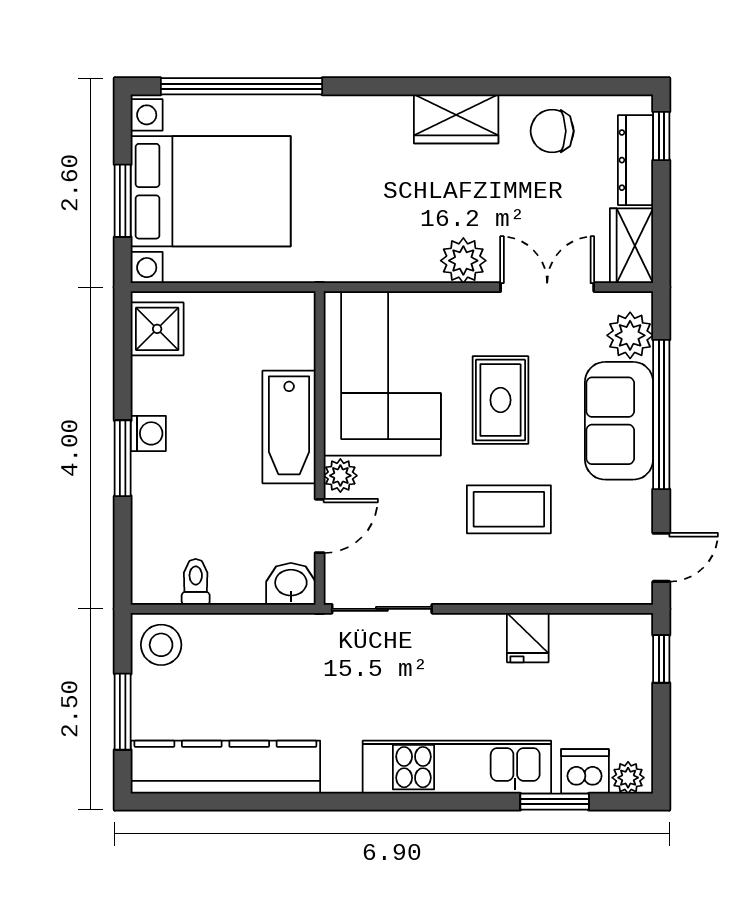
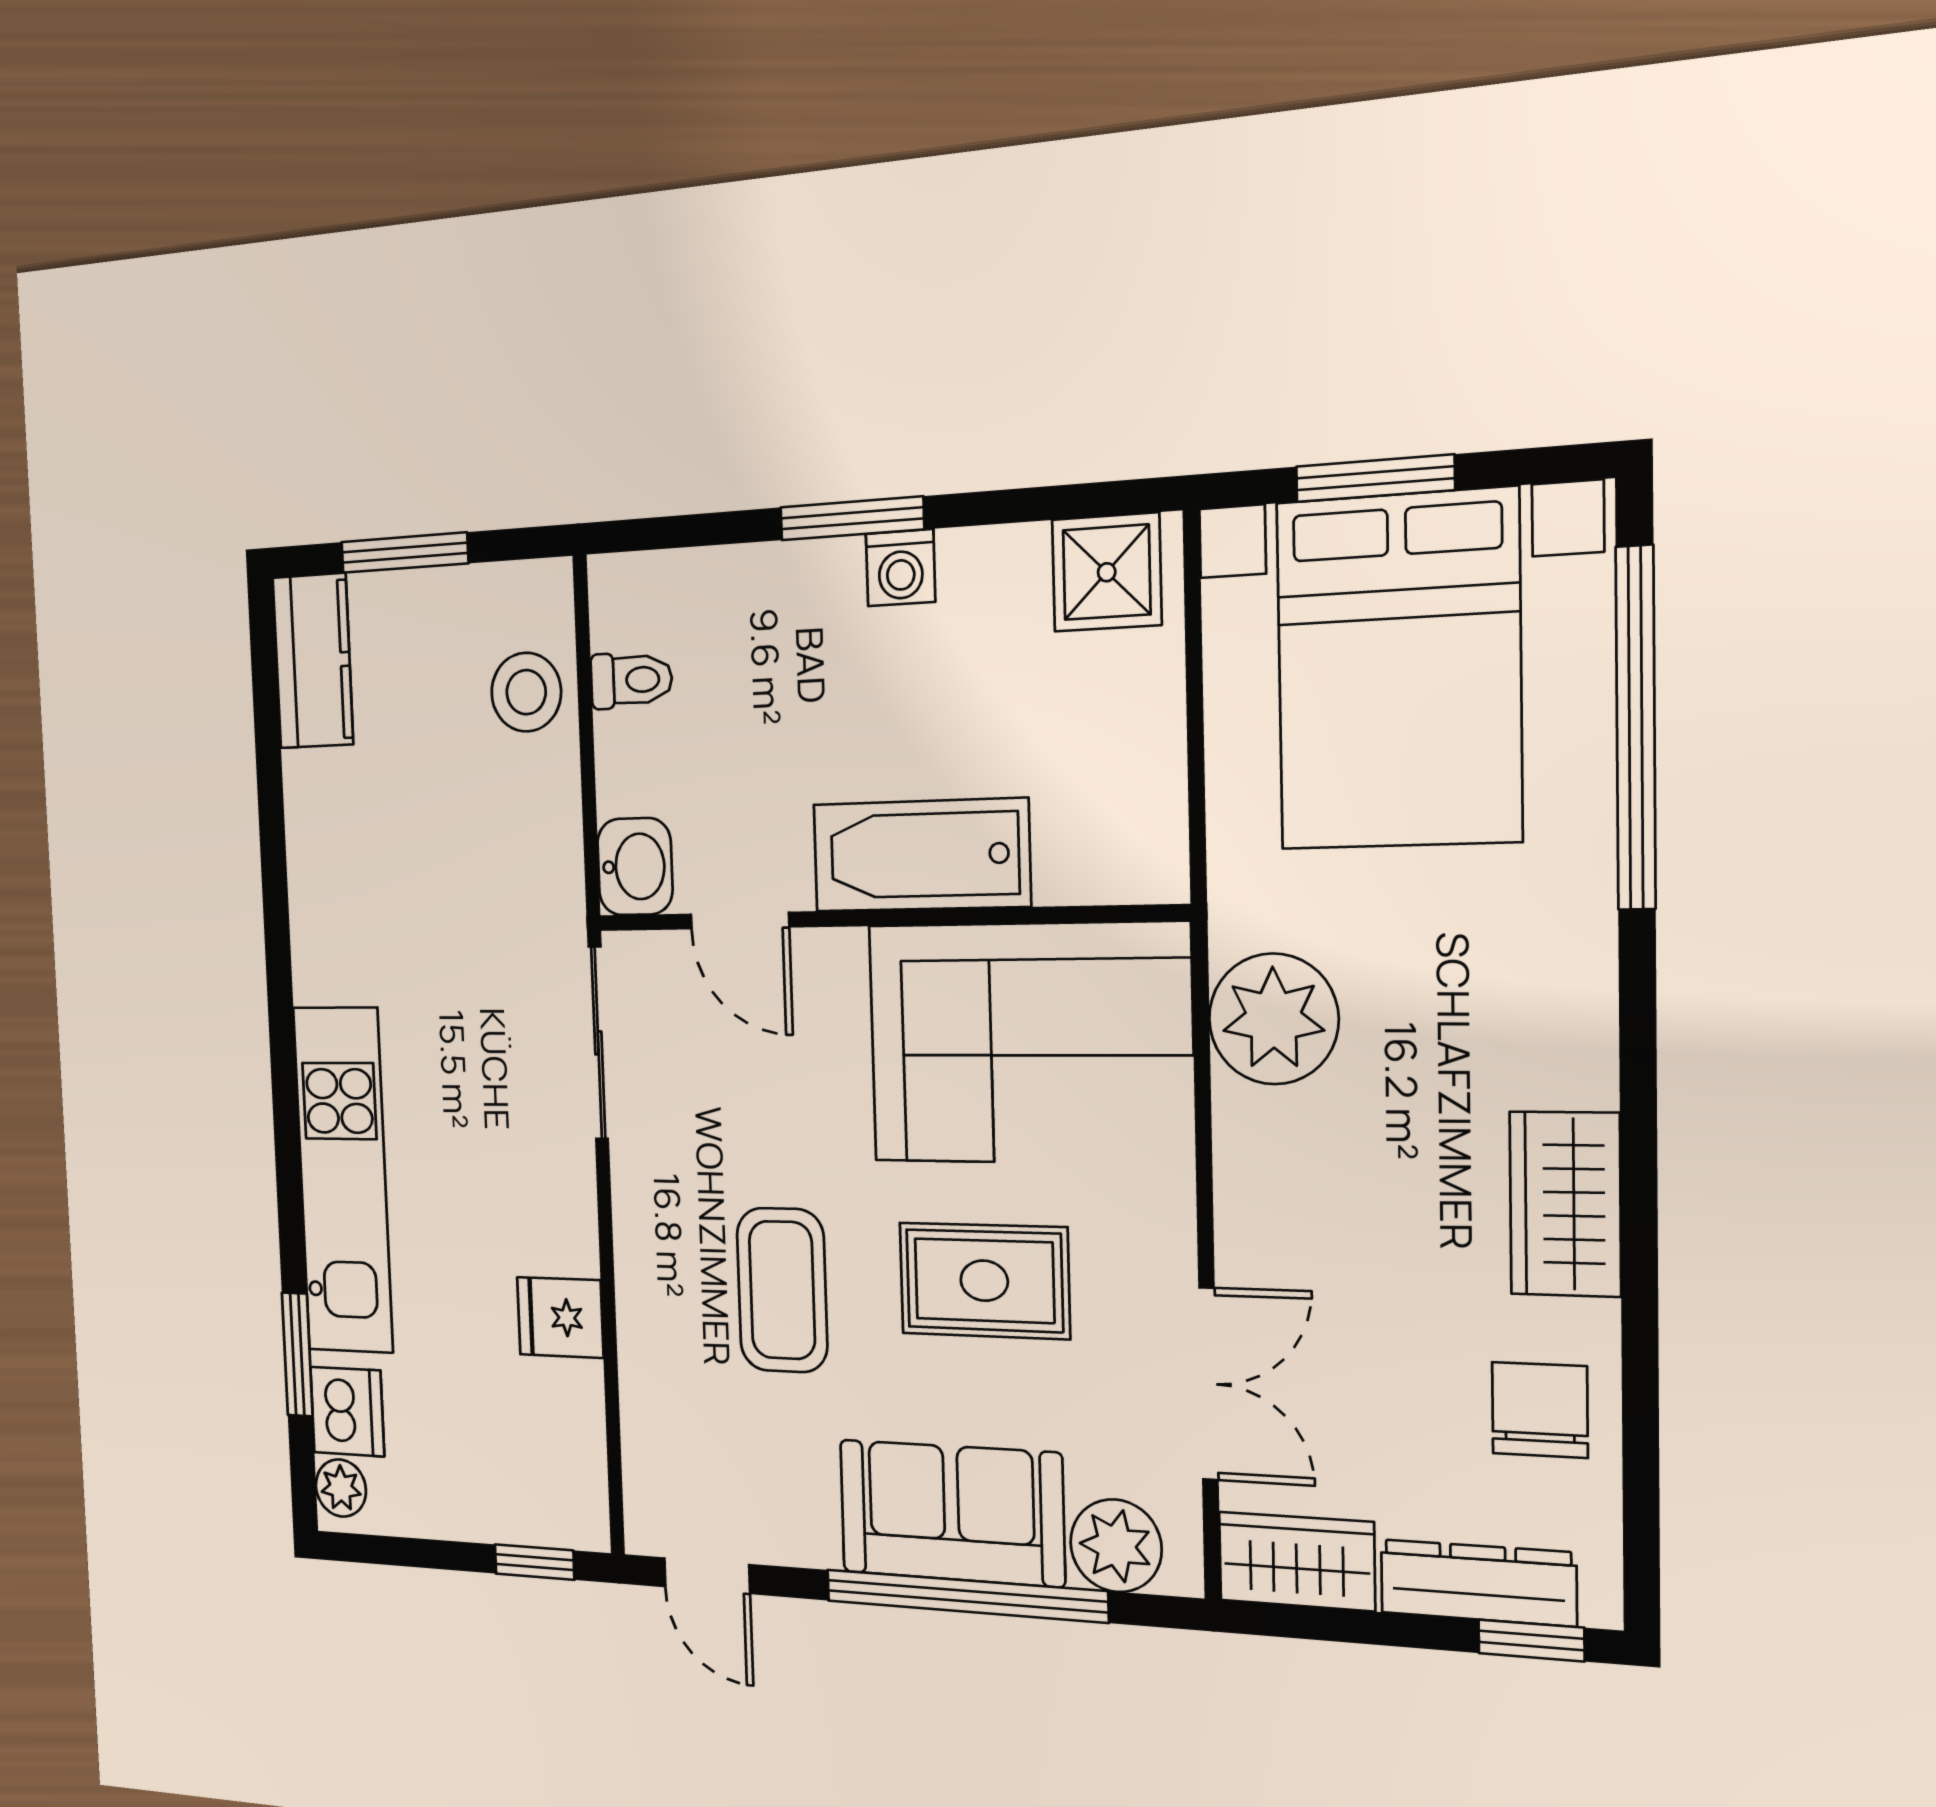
plant: (463, 261) -> (1273, 1019), moved, width x1.36, depth x1.36
plant: (340, 476) -> (833, 960), removed
stool: (161, 645) -> (526, 692), moved
kitchen counter: (225, 767) -> (313, 661), width x0.48, depth x0.86

